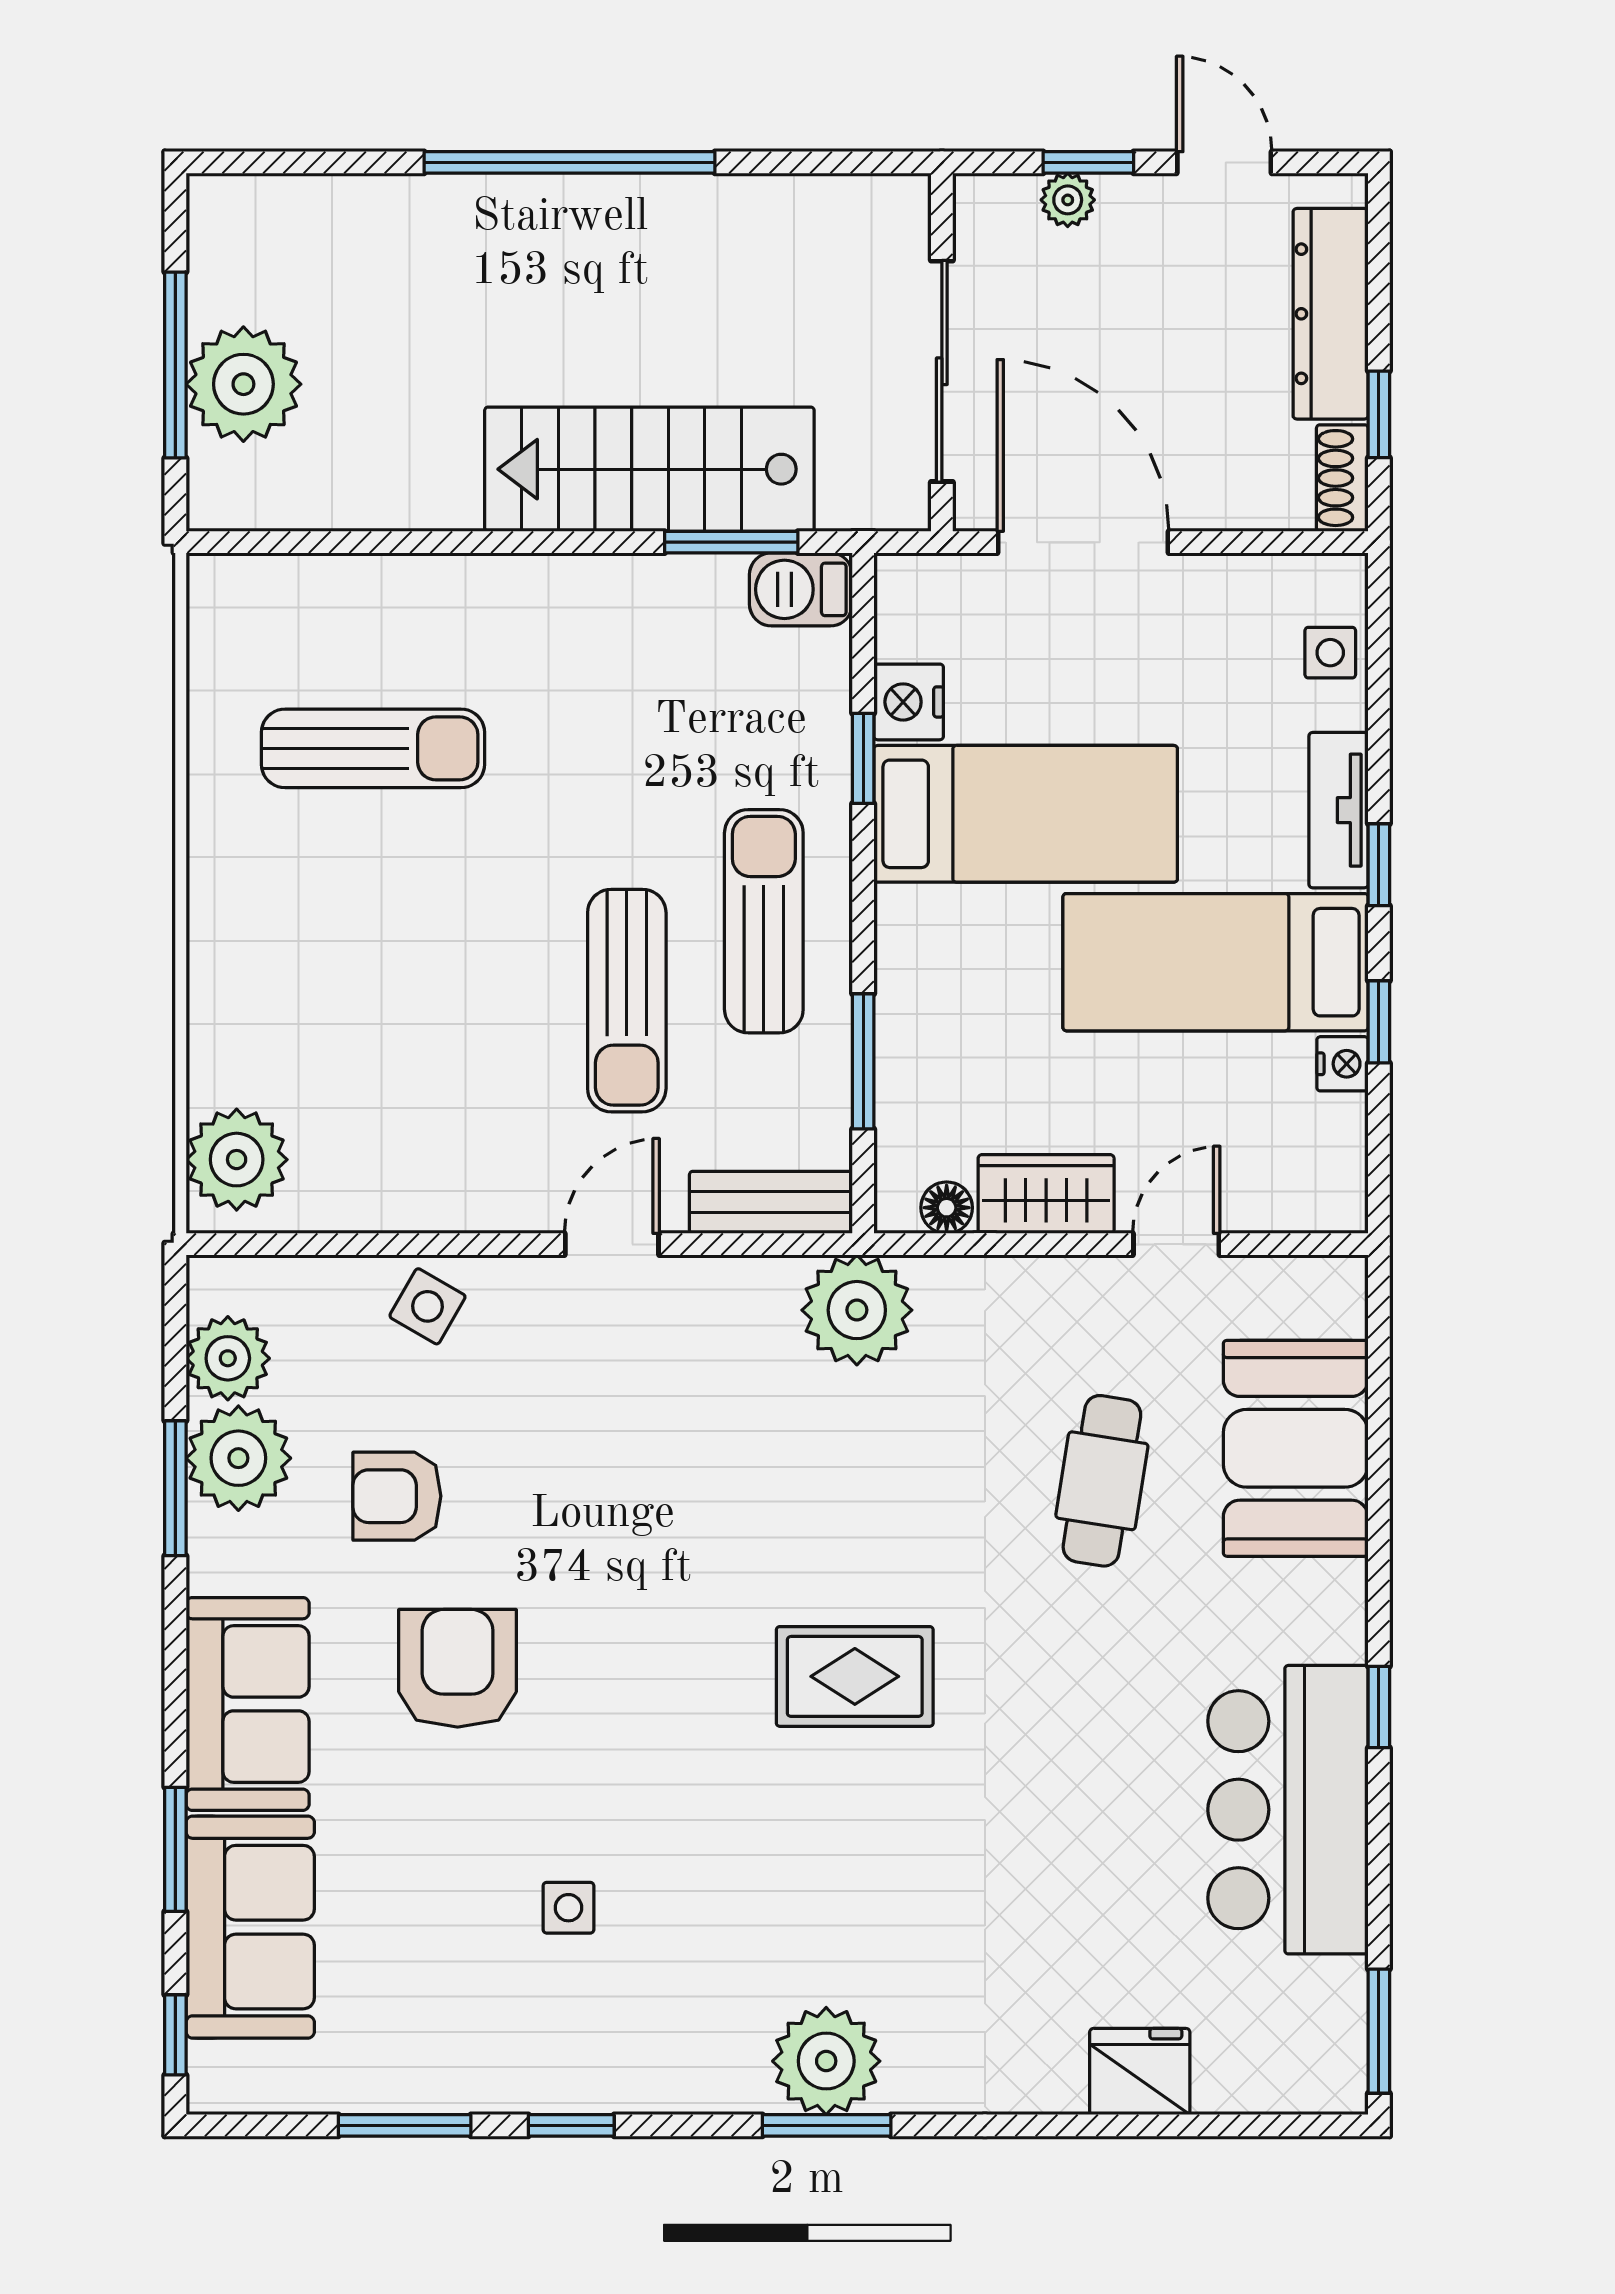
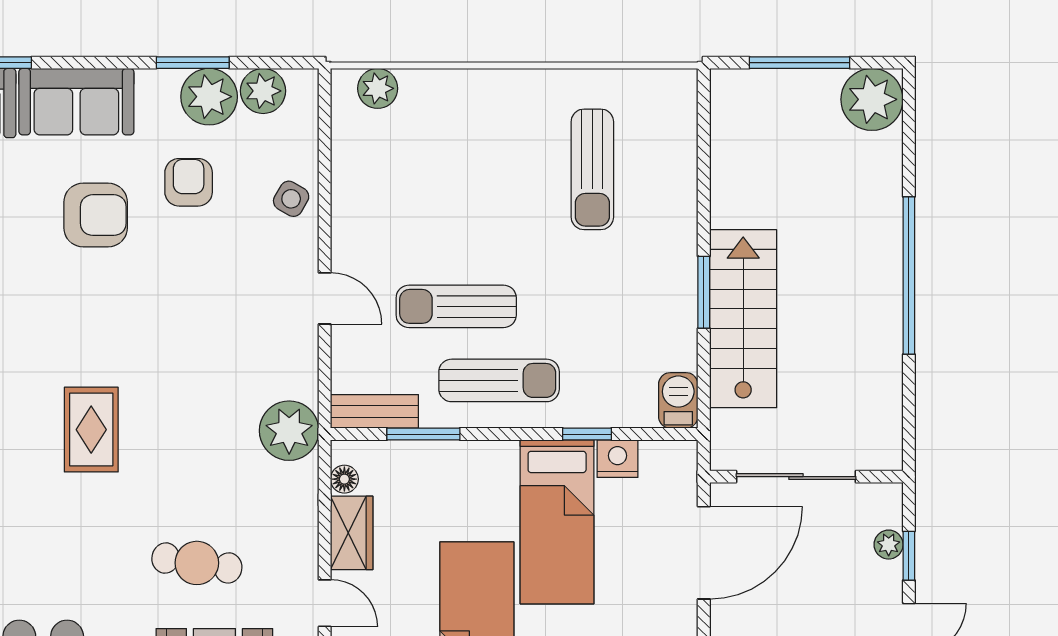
plant: (243, 384) -> (872, 99), moved
window: (731, 542) -> (704, 292), moved
plant: (237, 1160) -> (378, 88), width x0.73, depth x0.73
bench: (771, 1202) -> (374, 411), moved, turned 90

